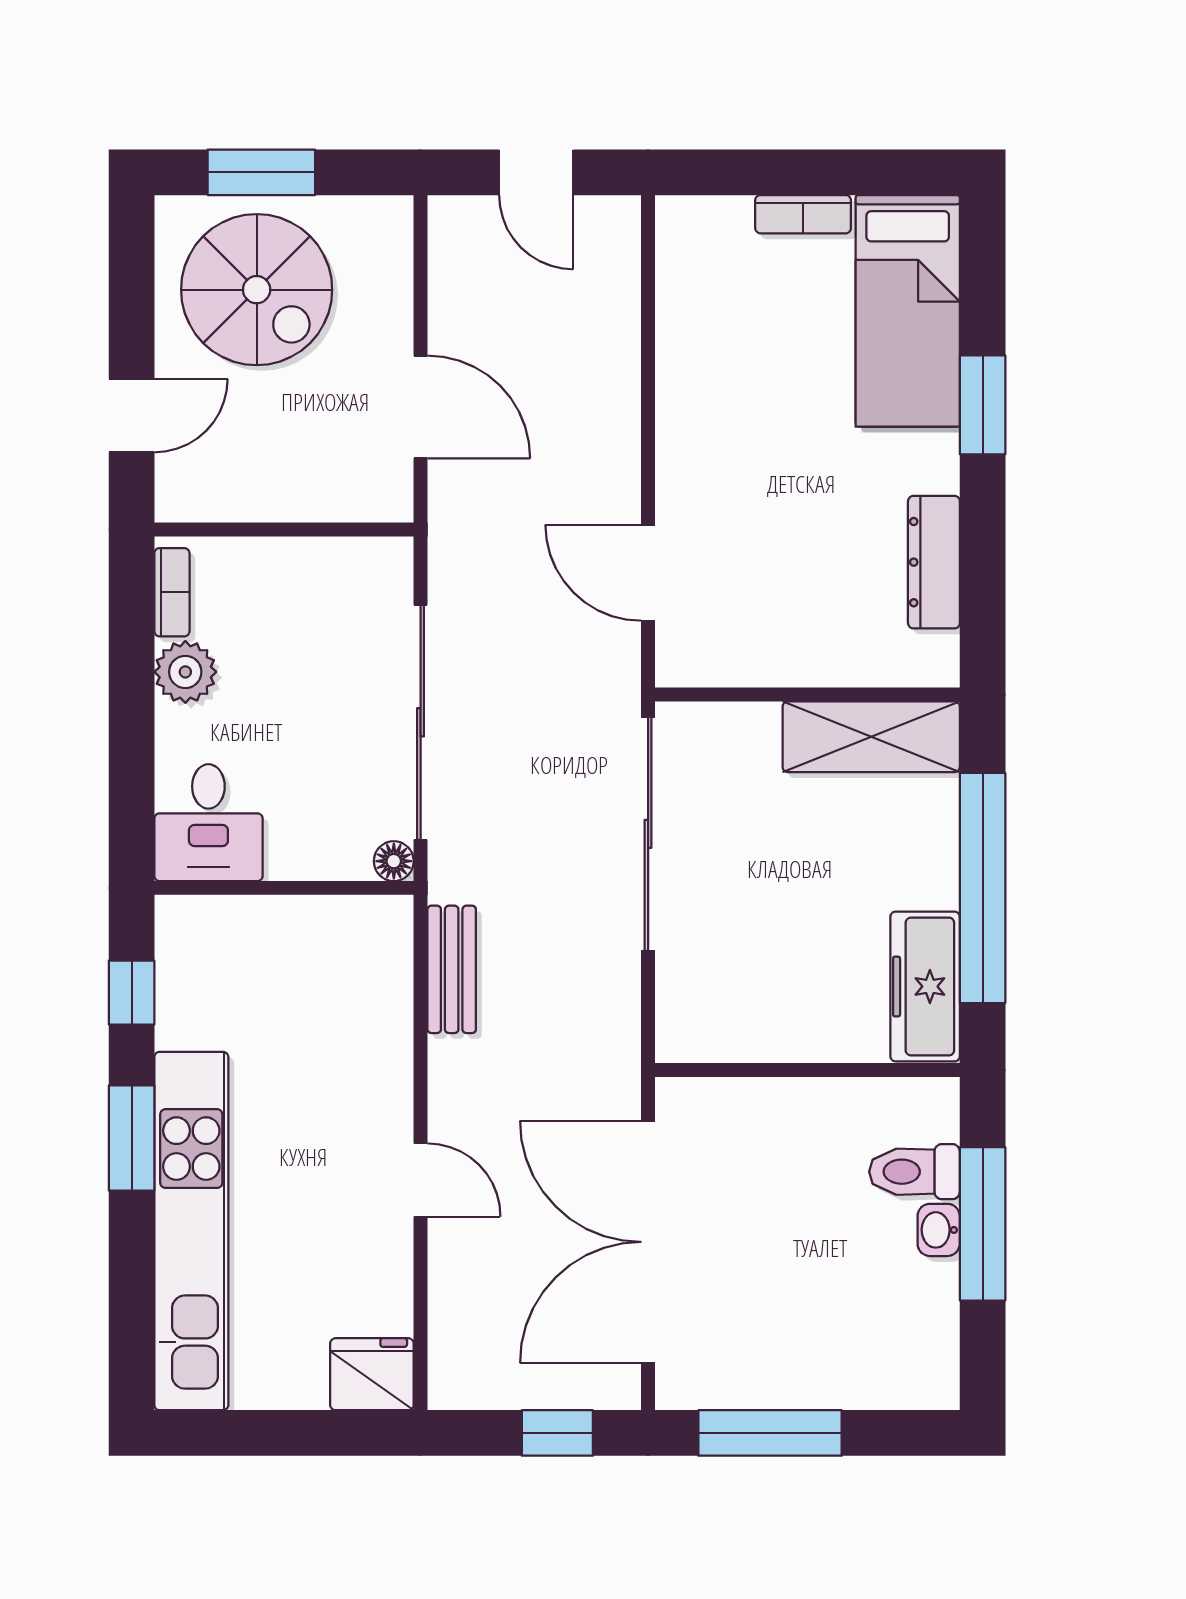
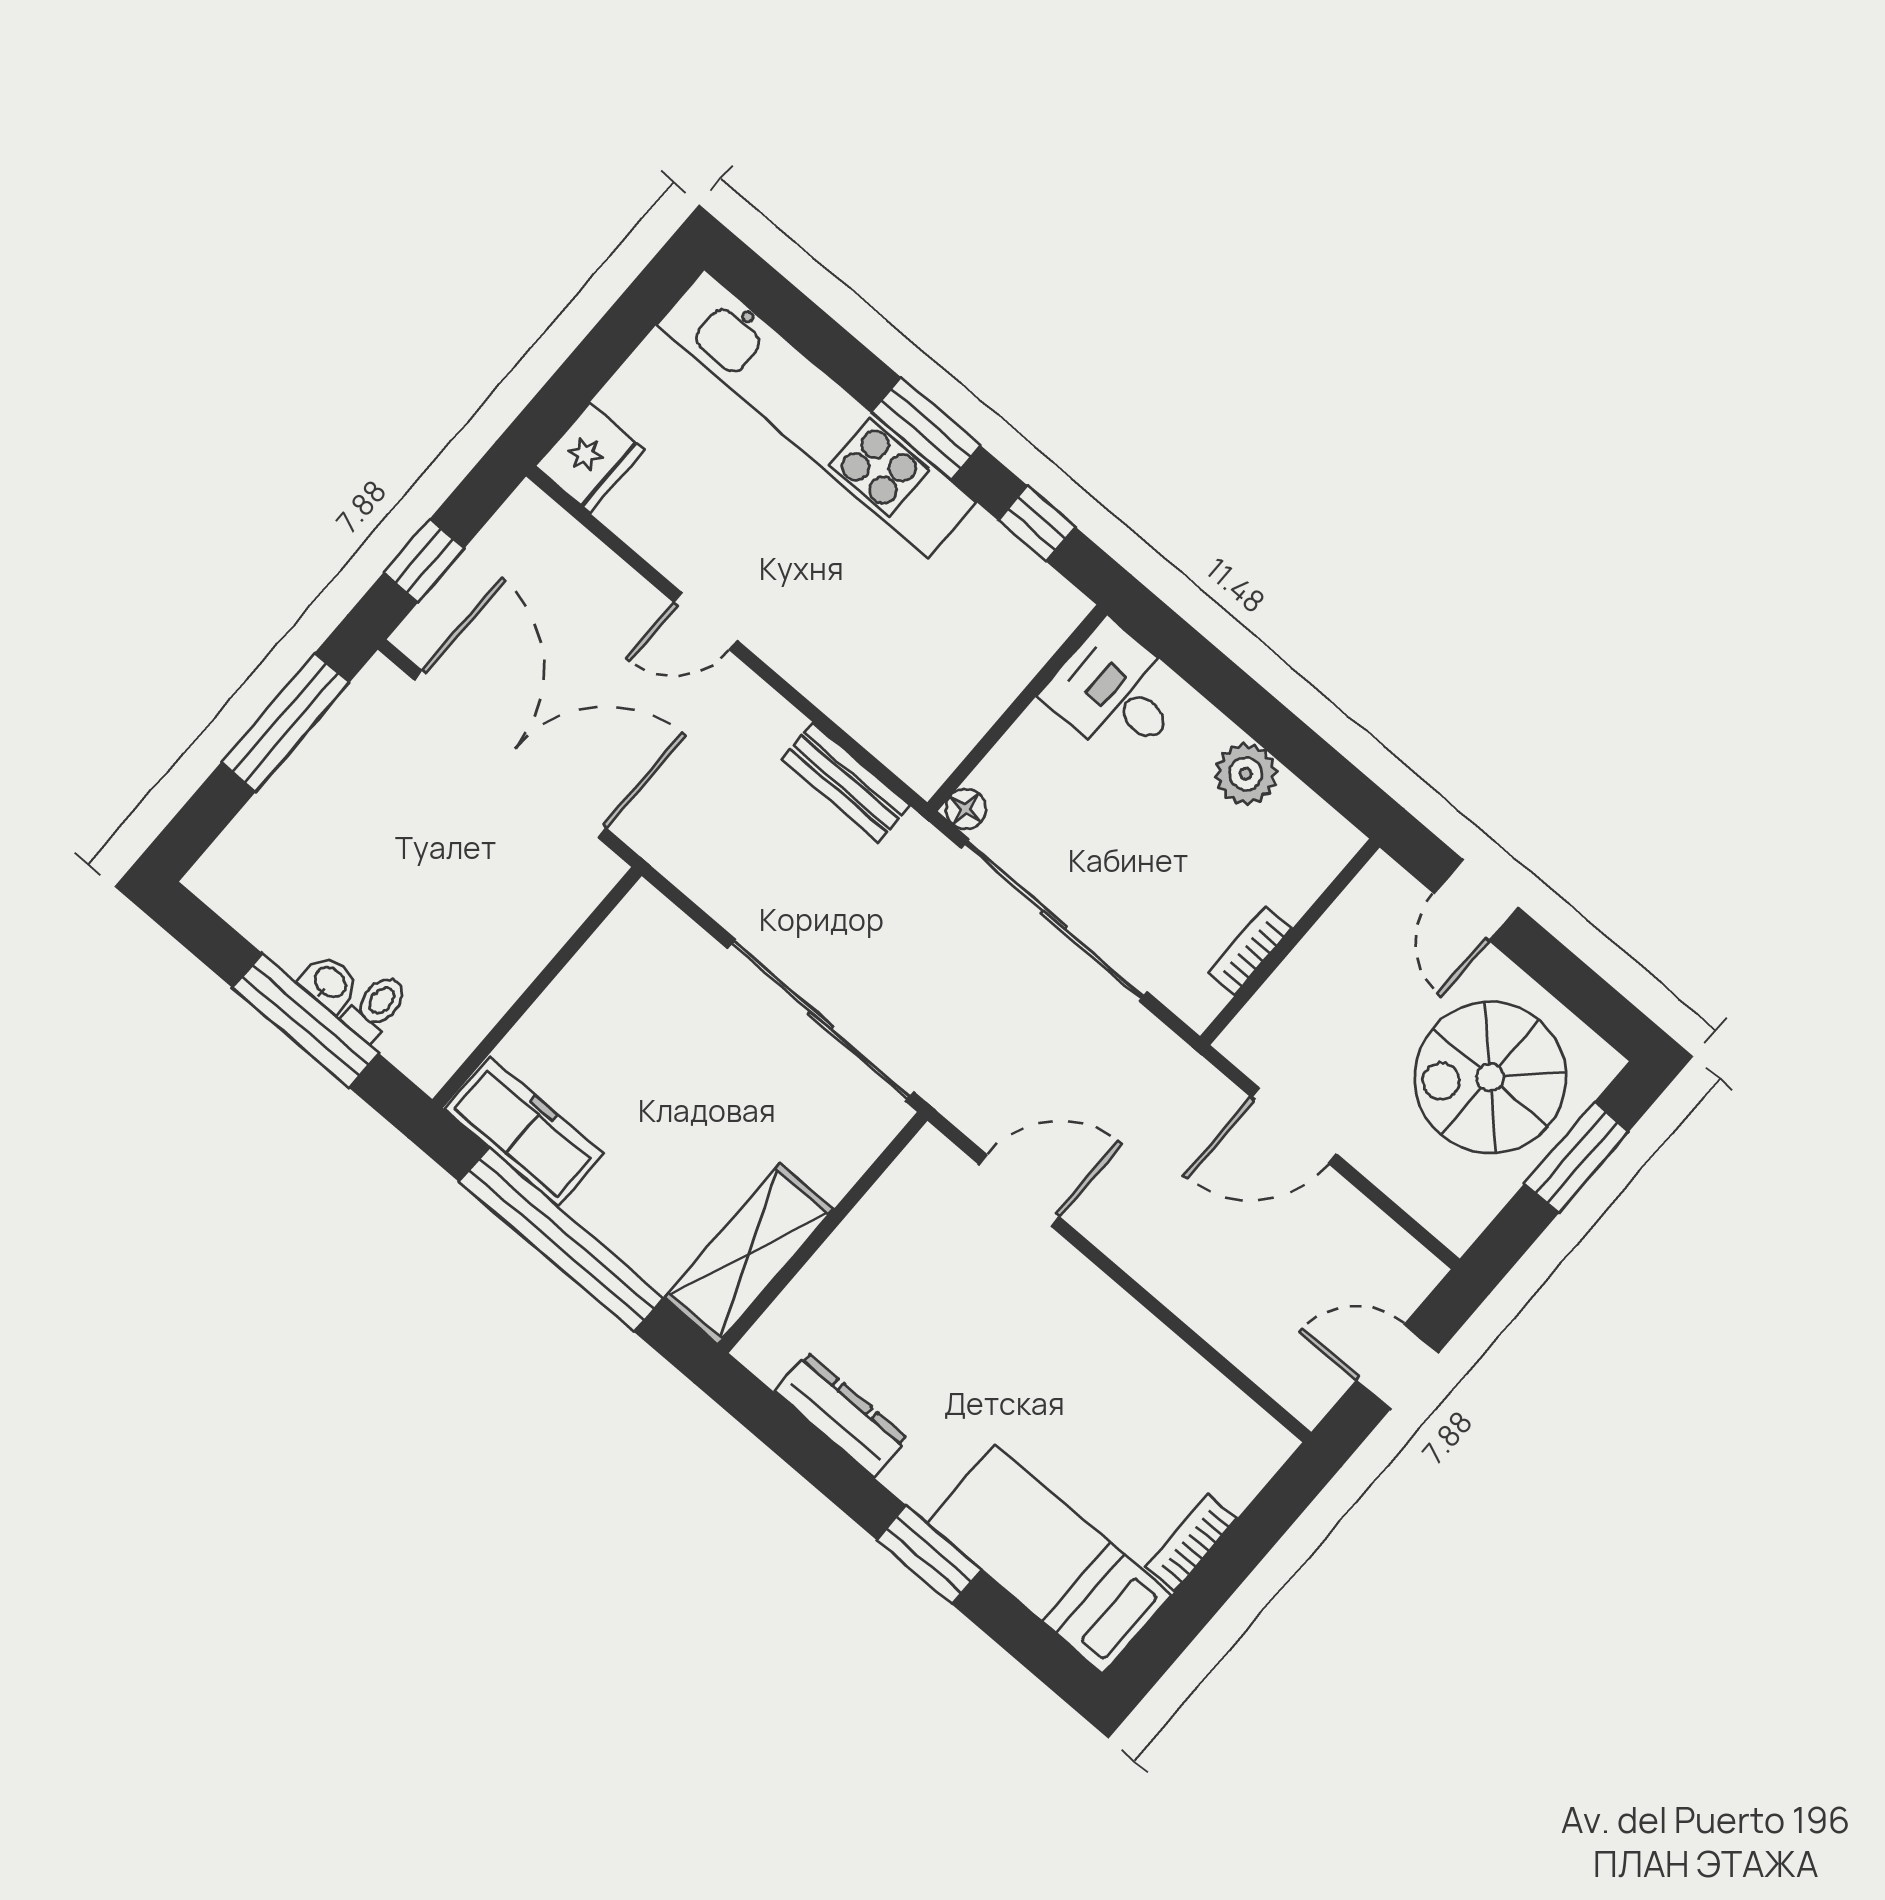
bookcase: (172, 592) -> (1250, 950), moved, turned 90
toilet: (914, 1172) -> (376, 1007), width x0.73, depth x0.72

